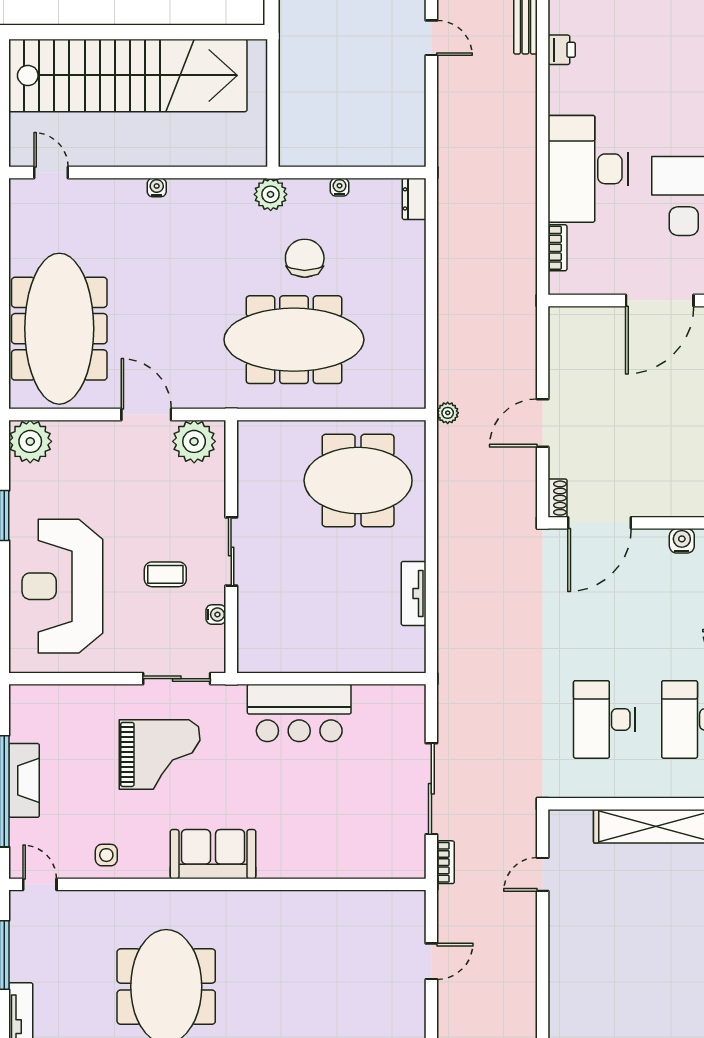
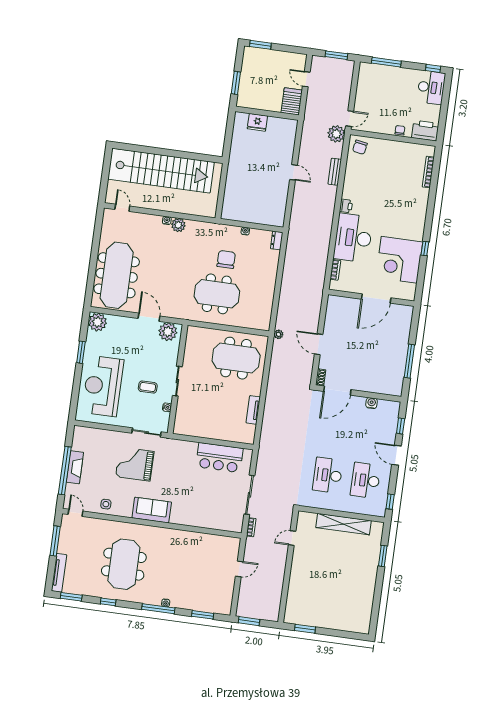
printer: (562, 50) -> (346, 206), moved
plant: (271, 194) -> (178, 225), moved
meeting table: (294, 340) -> (217, 294), width x0.73
door: (543, 423) -> (319, 344), hinge flipped
bar counter: (299, 713) -> (219, 458), moved
grand piano: (160, 754) -> (135, 464), turned 180

